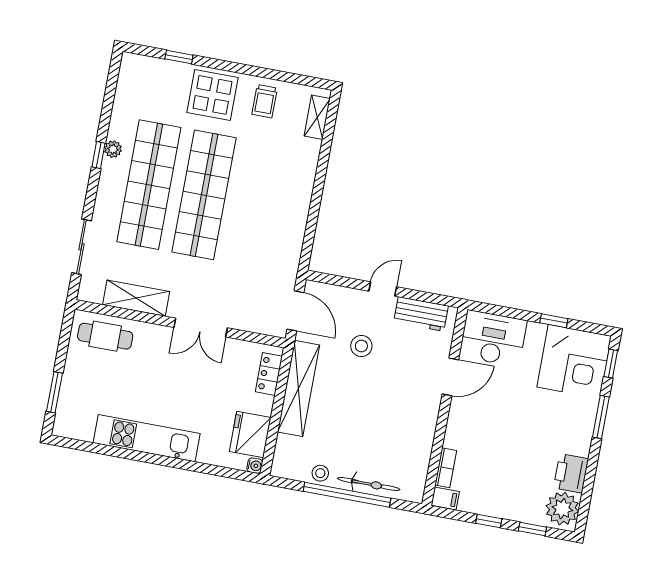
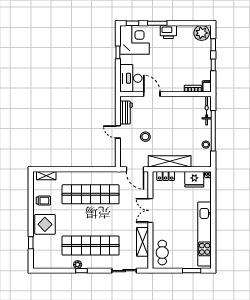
shop shelf: (204, 195) -> (91, 194), moved
door: (295, 311) -> (135, 169), swing flipped
double door: (201, 328) -> (150, 210), swing flipped
kitchen unit: (147, 438) -> (205, 234), width x1.36
printer: (571, 473) -> (168, 32), moved
bicycle: (369, 484) -> (207, 111), moved

